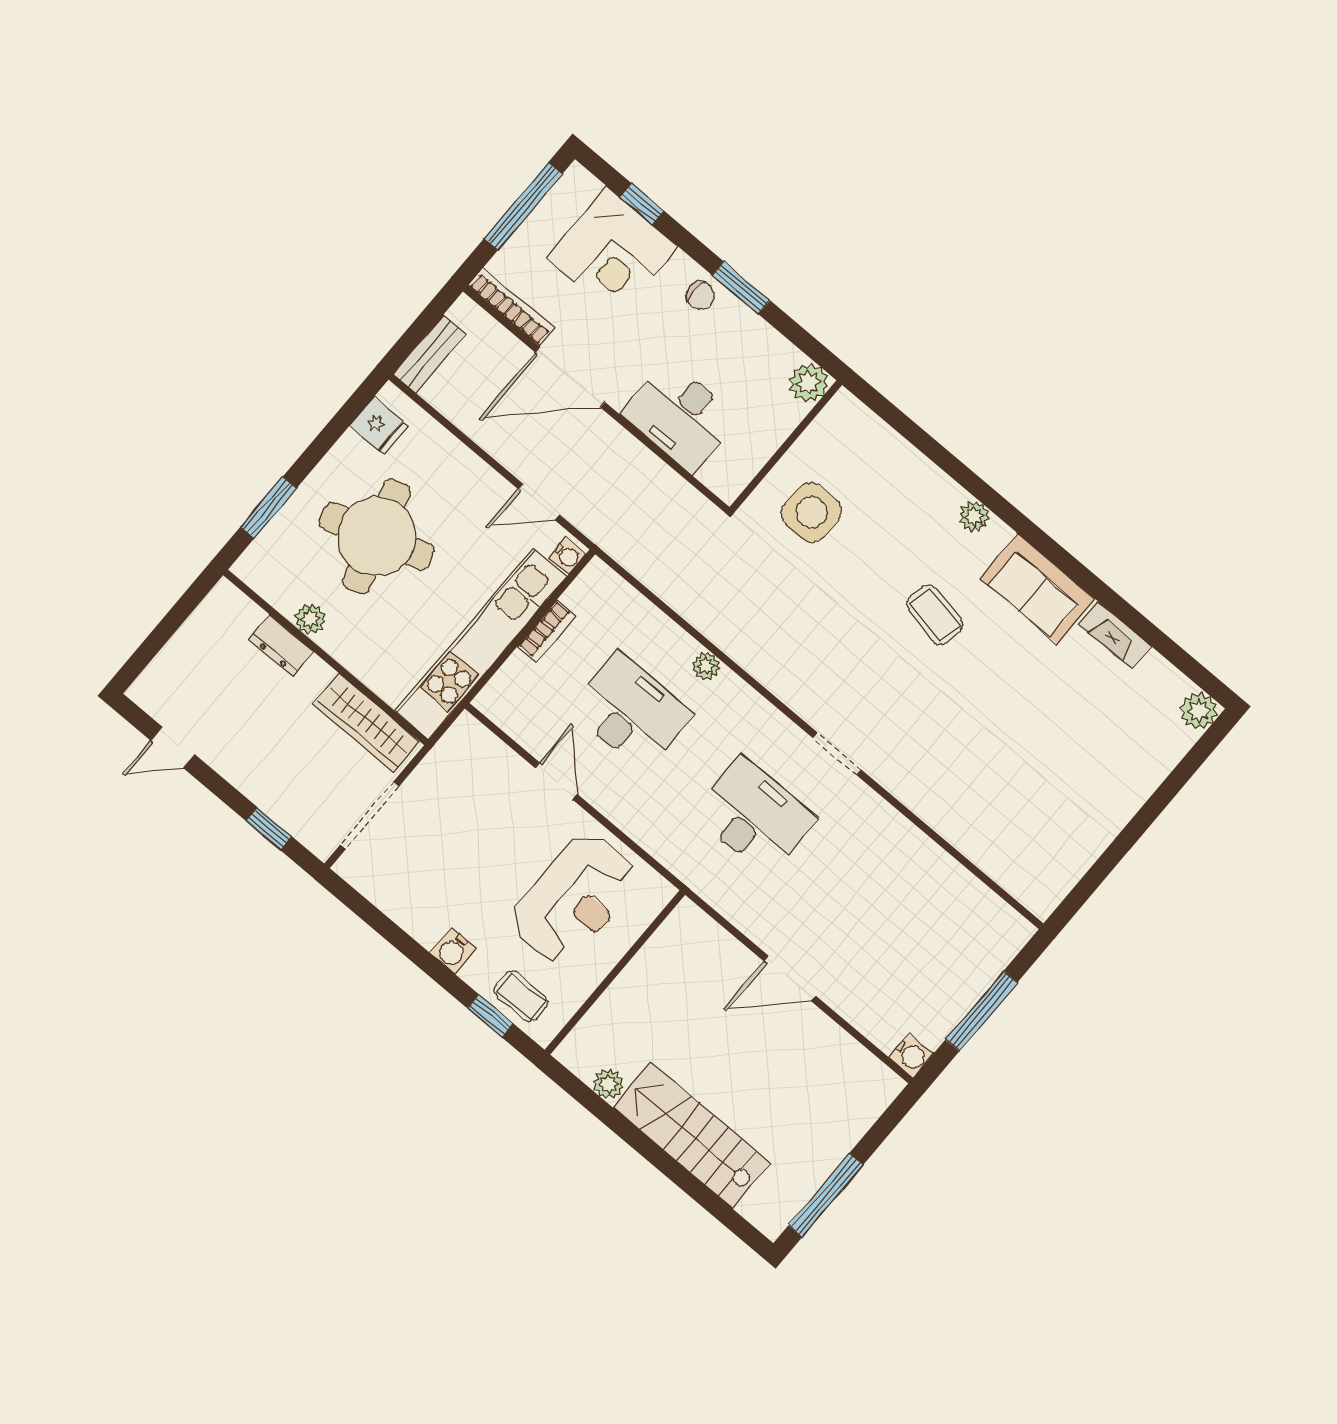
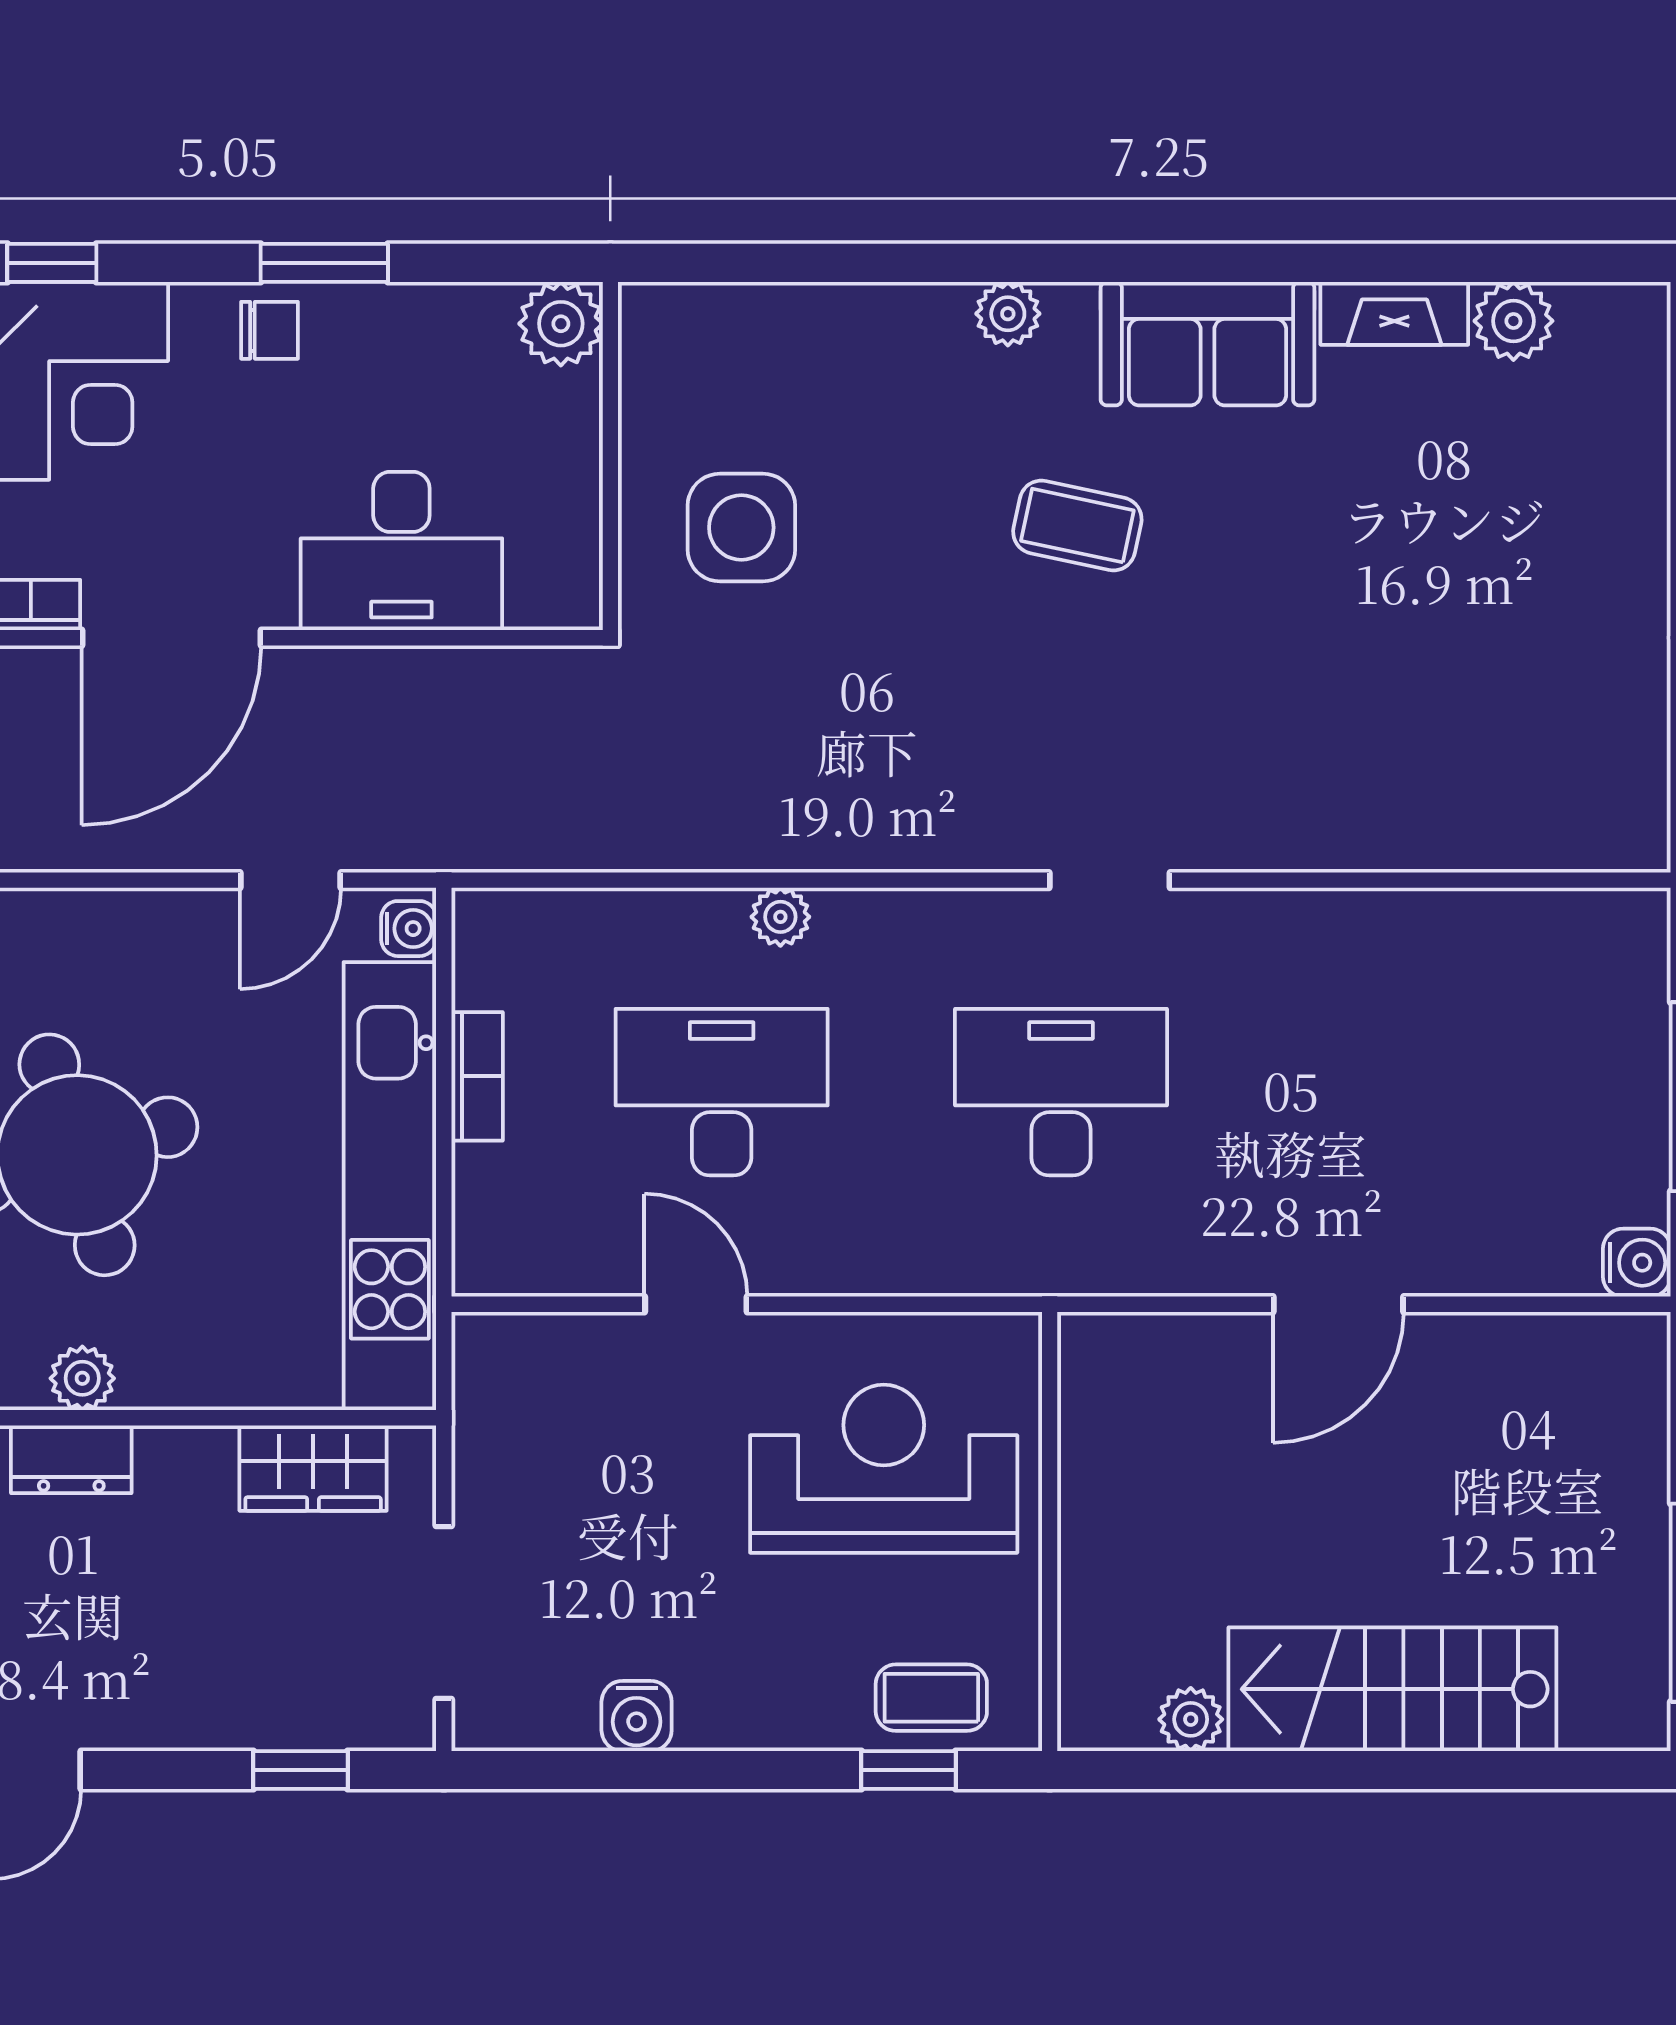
plant: (1199, 711) -> (1513, 321), moved
wardrobe: (366, 723) -> (313, 1468), width x0.67
reception desk: (574, 899) -> (884, 1469), turned -90
water cooler: (453, 951) -> (637, 1716), moved

